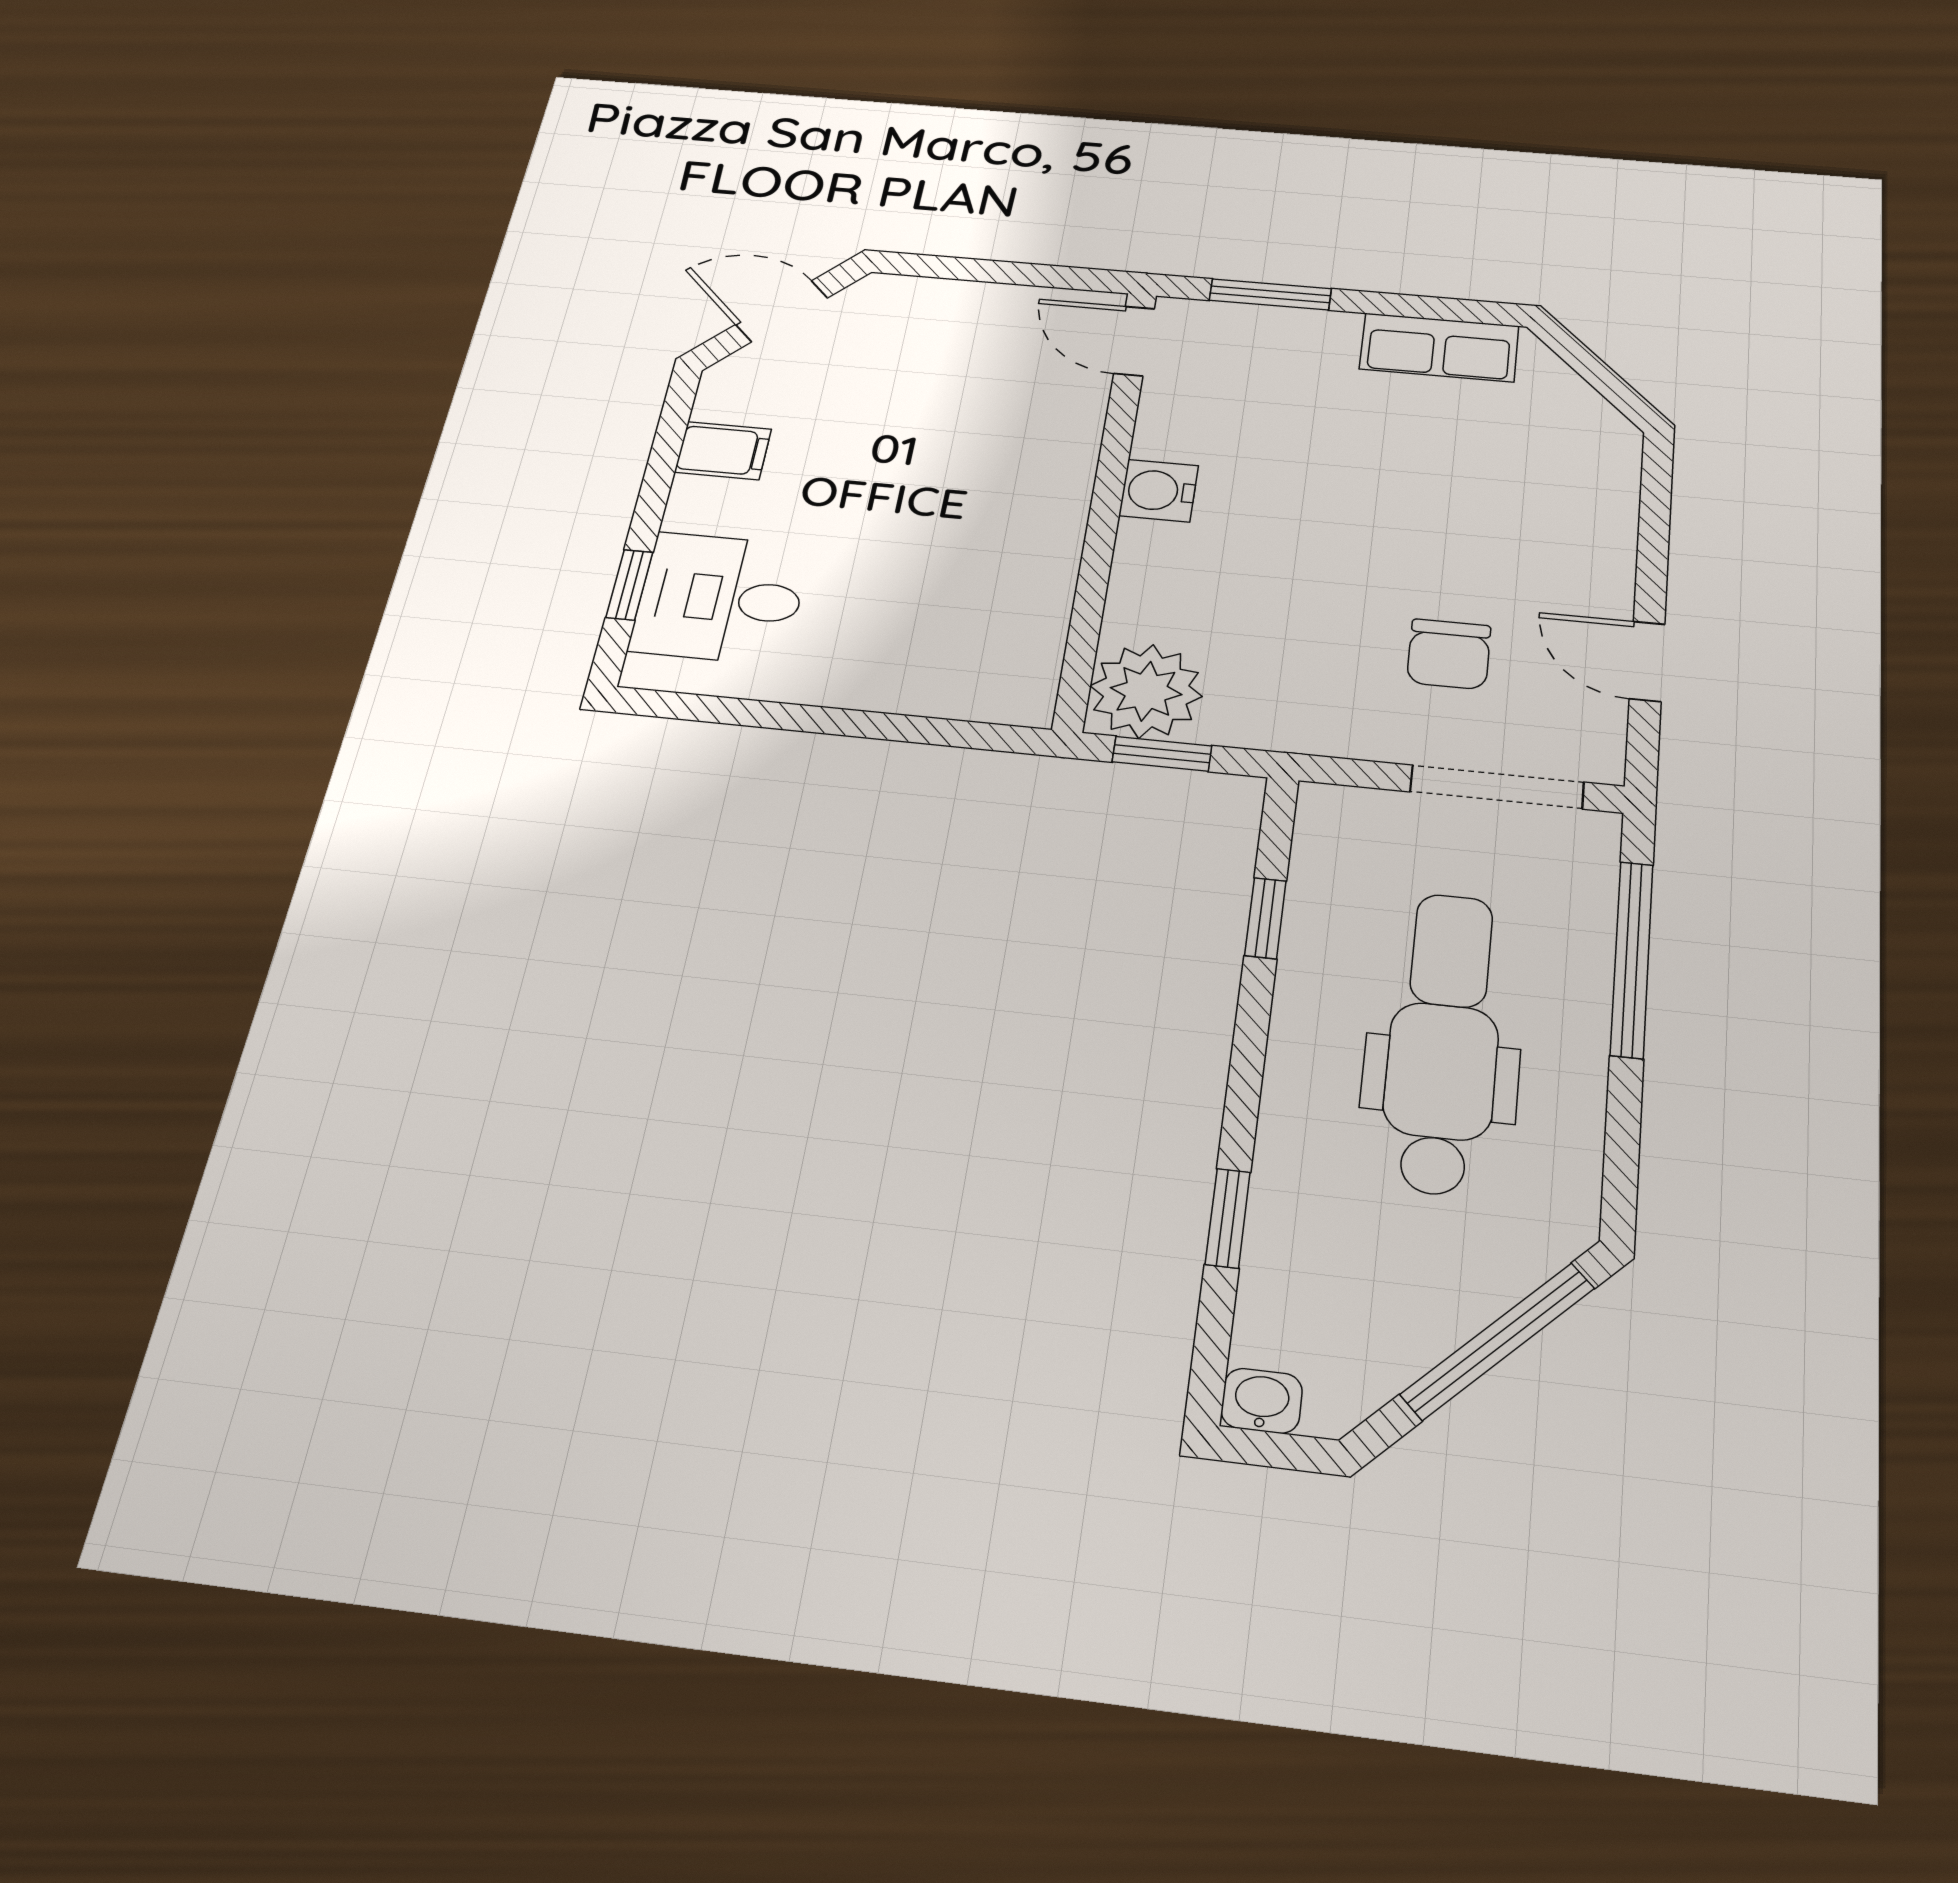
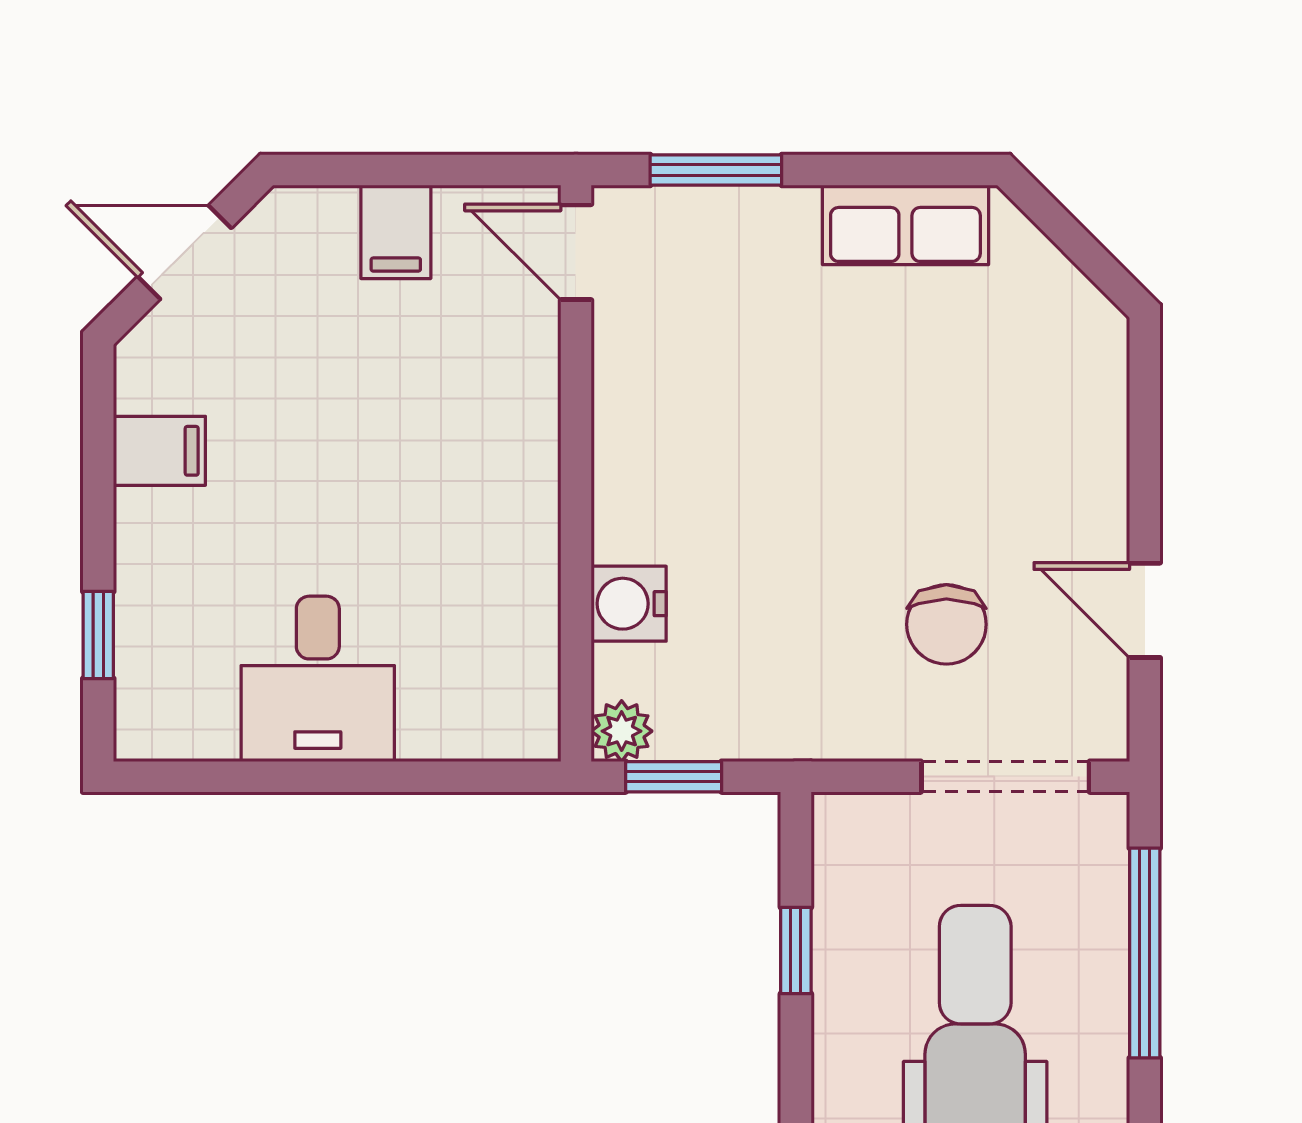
filing cabinet: (974, 313) -> (396, 232), added
water cooler: (1159, 491) -> (629, 604), moved
desk: (720, 598) -> (318, 679), moved, turned -90
plant: (1146, 691) -> (622, 731), width x0.53, depth x0.53

